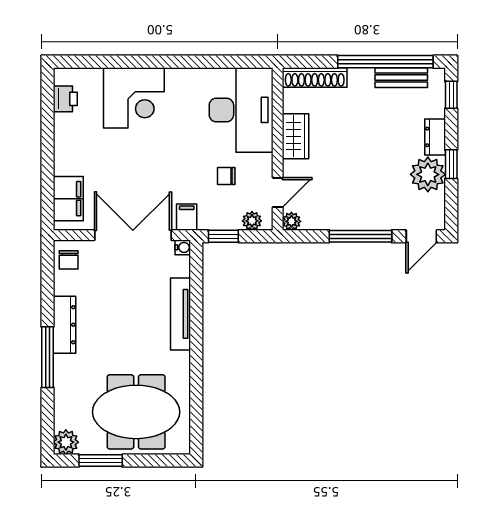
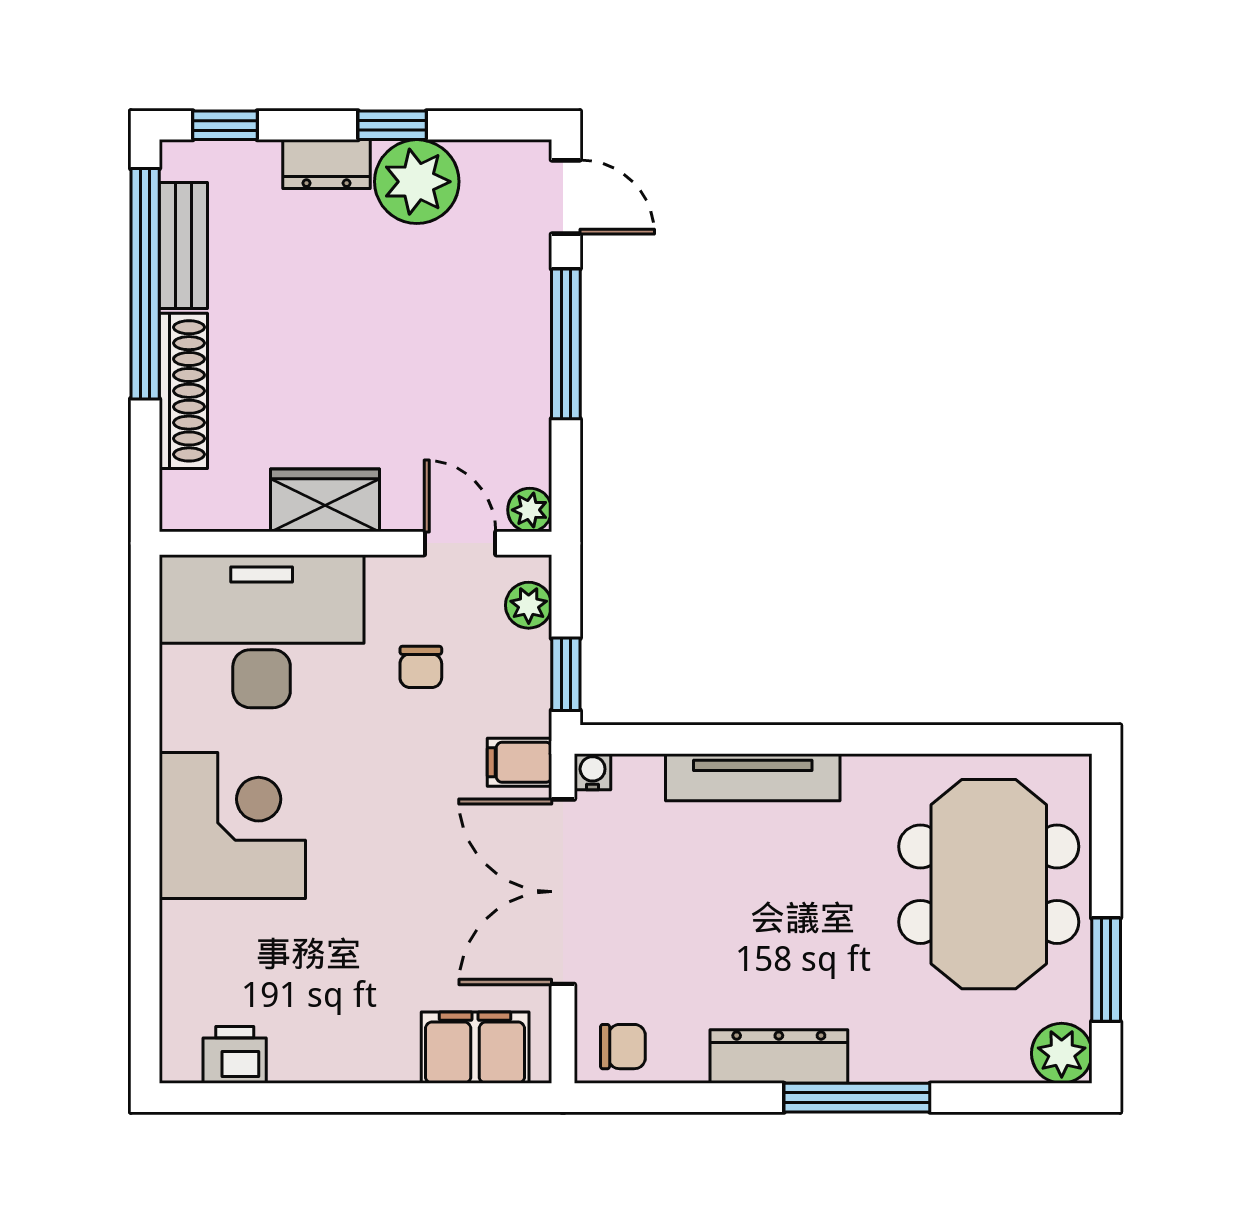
shoe rack: (315, 77) -> (183, 391), moved
corner desk: (134, 98) -> (232, 825), moved

